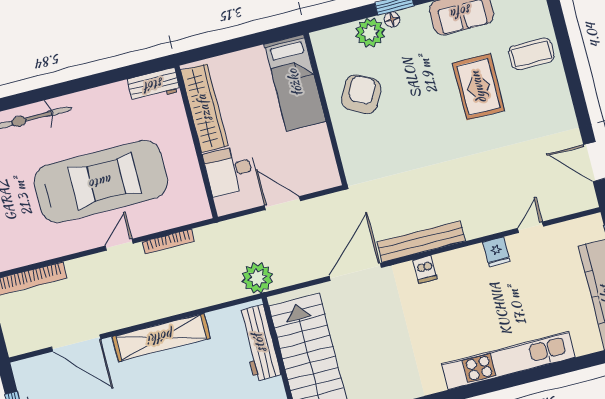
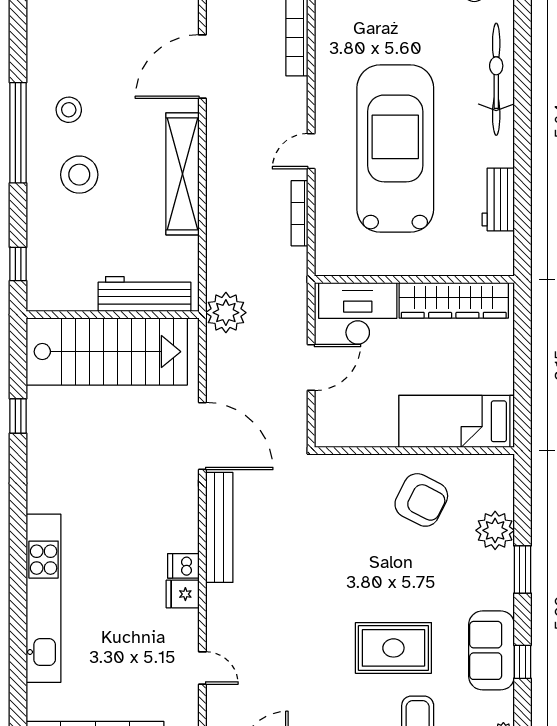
floor lamp: (392, 19) -> (505, 562), removed
workbench: (154, 85) -> (498, 199), moved
desk: (231, 170) -> (358, 313), width x1.37
car: (101, 182) -> (395, 149), turned 180
door: (119, 245) -> (311, 151), swing flipped
fridge: (496, 252) -> (183, 594), moved
dishwasher: (425, 269) -> (183, 566), moved

